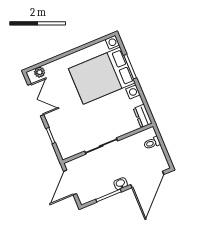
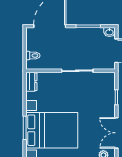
washbasin: (121, 184) -> (109, 32), moved

